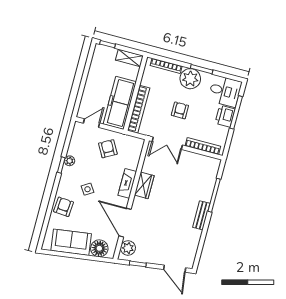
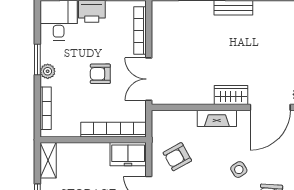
plant: (190, 79) -> (48, 71), width x0.53, depth x0.53
freezer: (120, 103) -> (128, 154), width x0.52, depth x0.79
double door: (167, 143) -> (149, 79), swing flipped
wardrobe: (144, 185) -> (231, 95), moved

